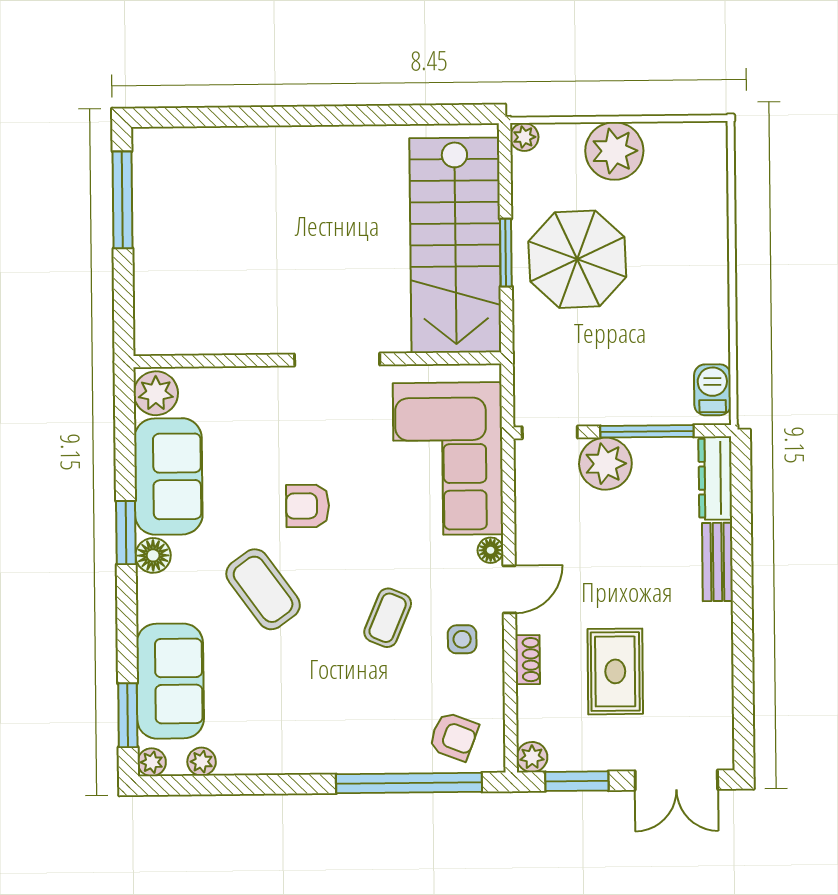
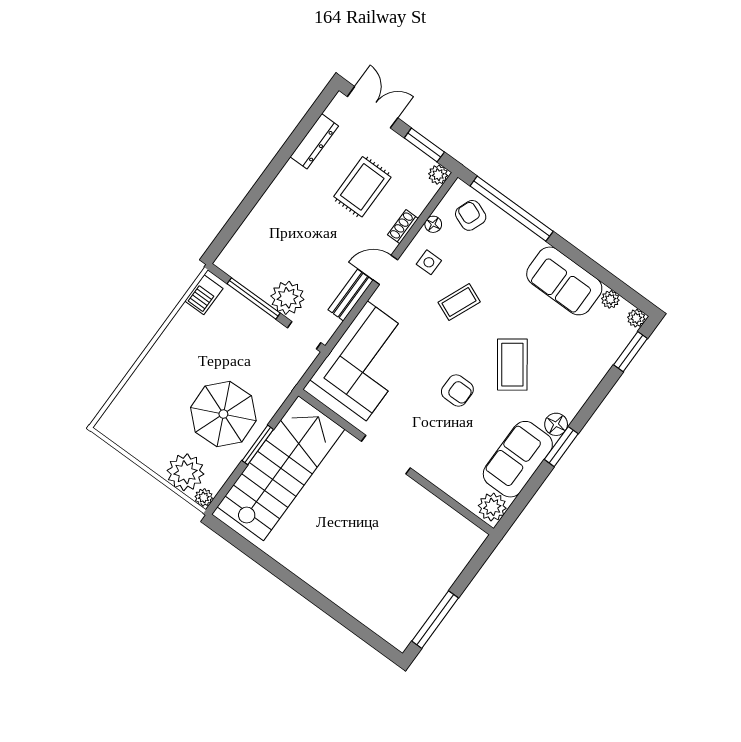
plant: (614, 151) -> (185, 472), moved
dresser: (715, 478) -> (314, 141), moved
floor lamp: (491, 550) -> (433, 224), moved
bench: (717, 562) -> (351, 295), moved
sofa: (170, 681) -> (564, 281), moved, turned -90

